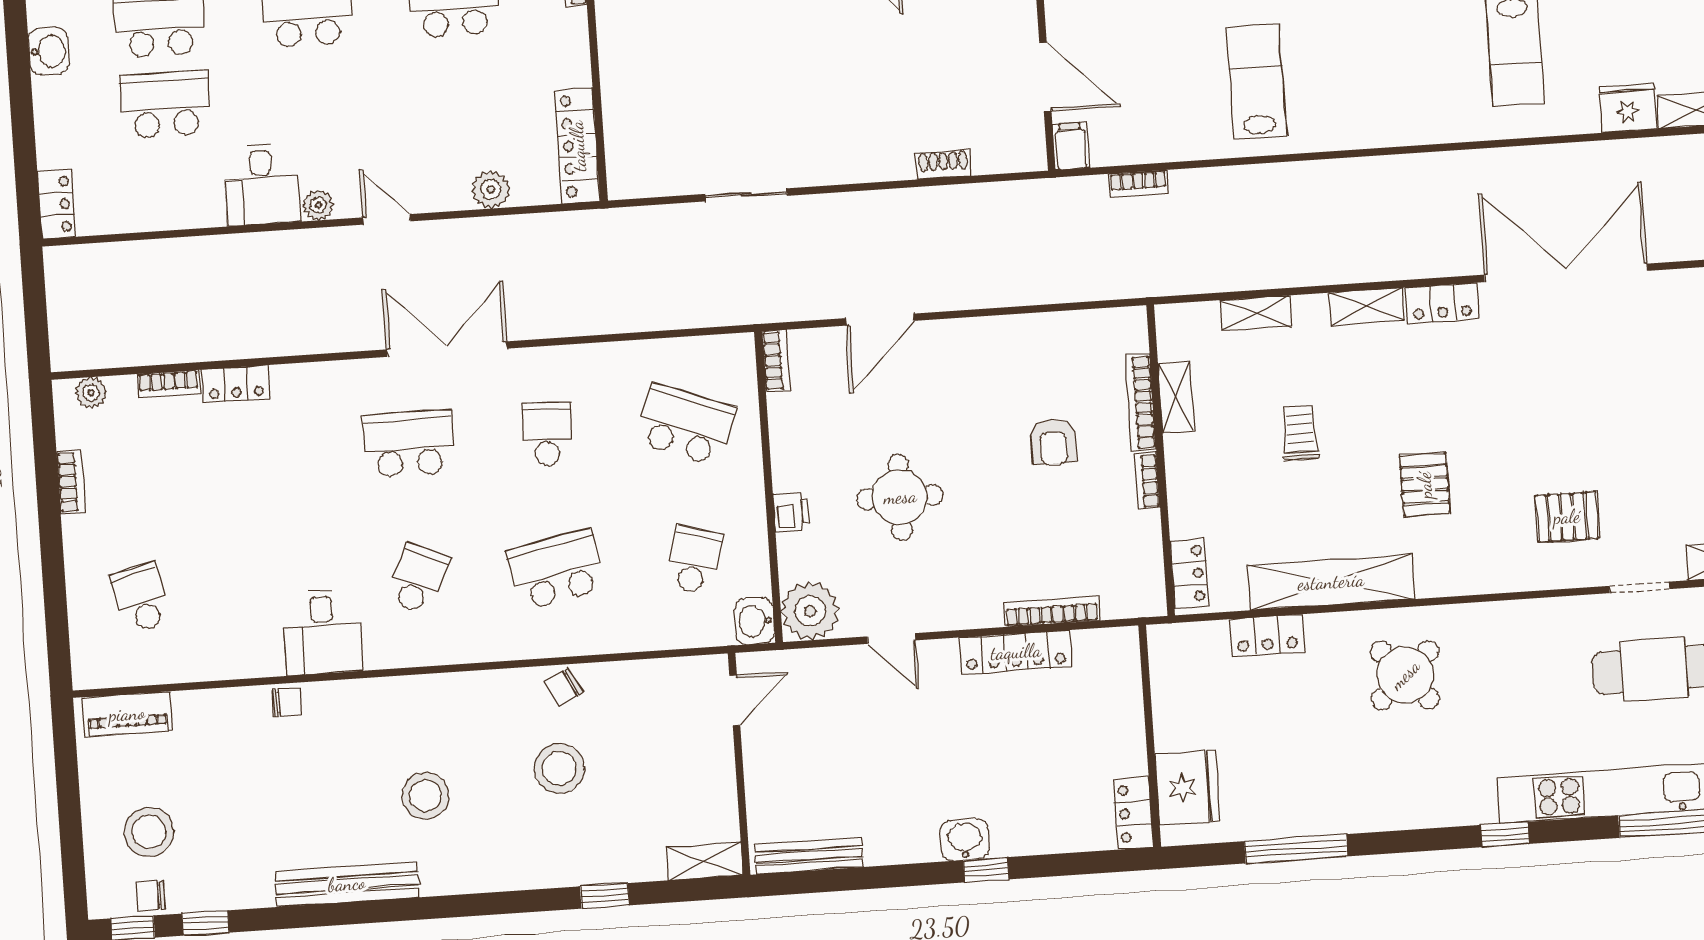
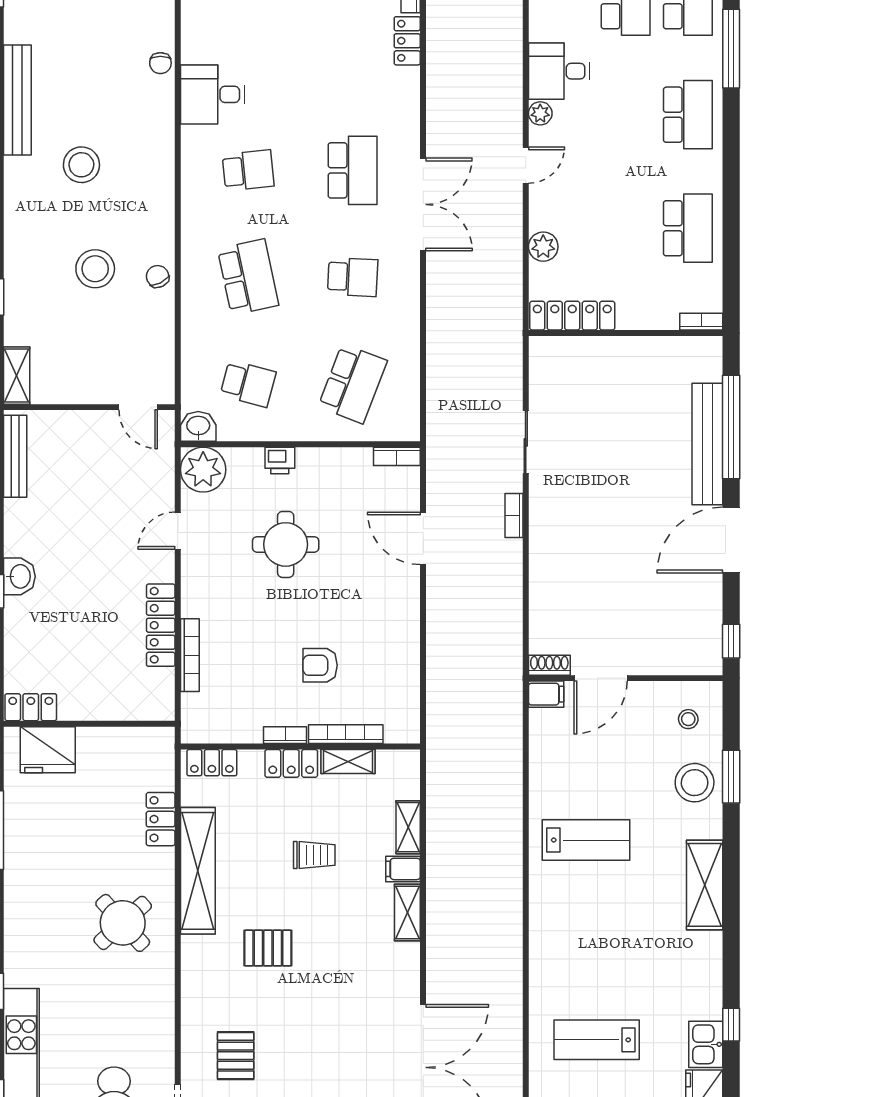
shoe rack: (943, 165) -> (549, 665), moved, turned -90
bookcase: (1138, 183) -> (514, 515), moved
locker: (1442, 303) -> (291, 763), moved, turned -90
filing cabinet: (1310, 316) -> (403, 869), added
school desk: (418, 579) -> (248, 170), turned -30

